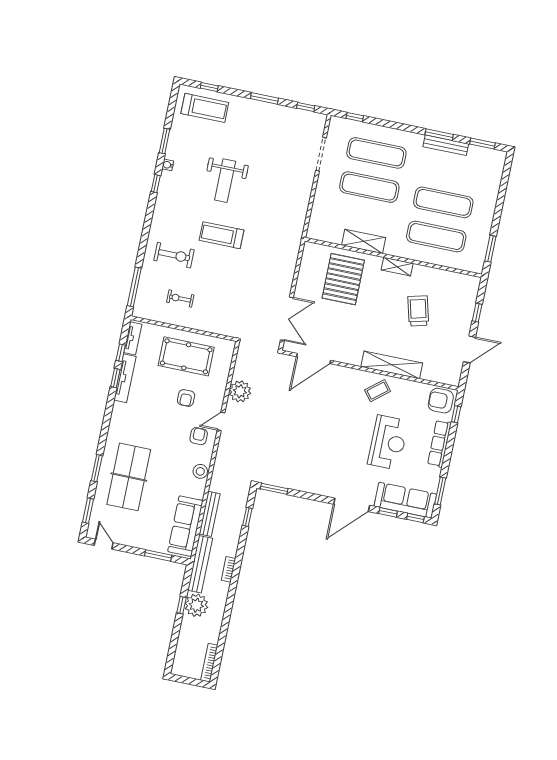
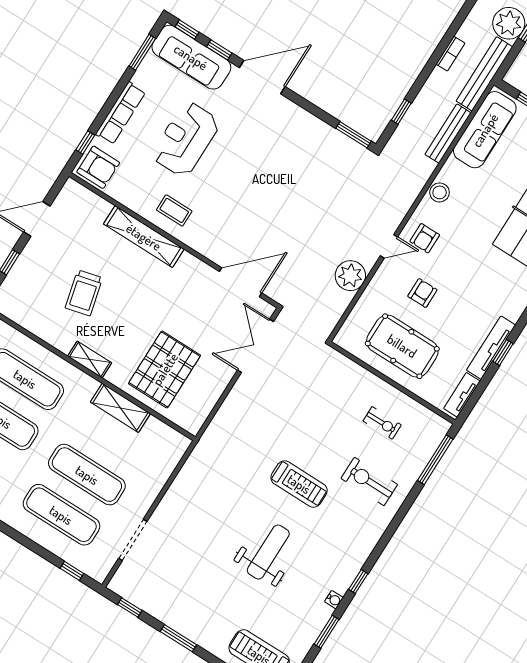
window: (121, 353) -> (484, 382), removed
coffee table: (378, 391) -> (174, 210), turned 39

